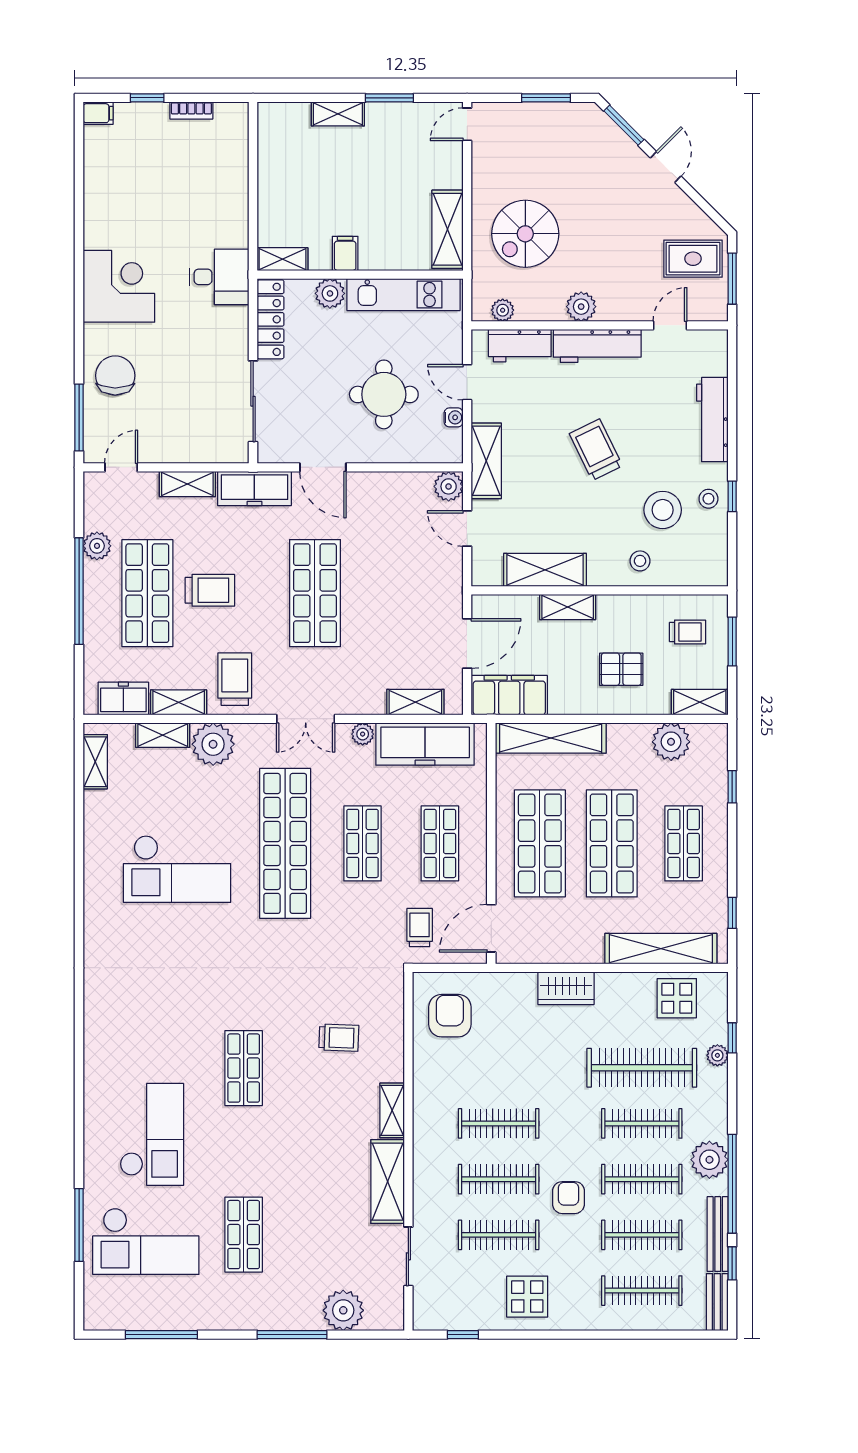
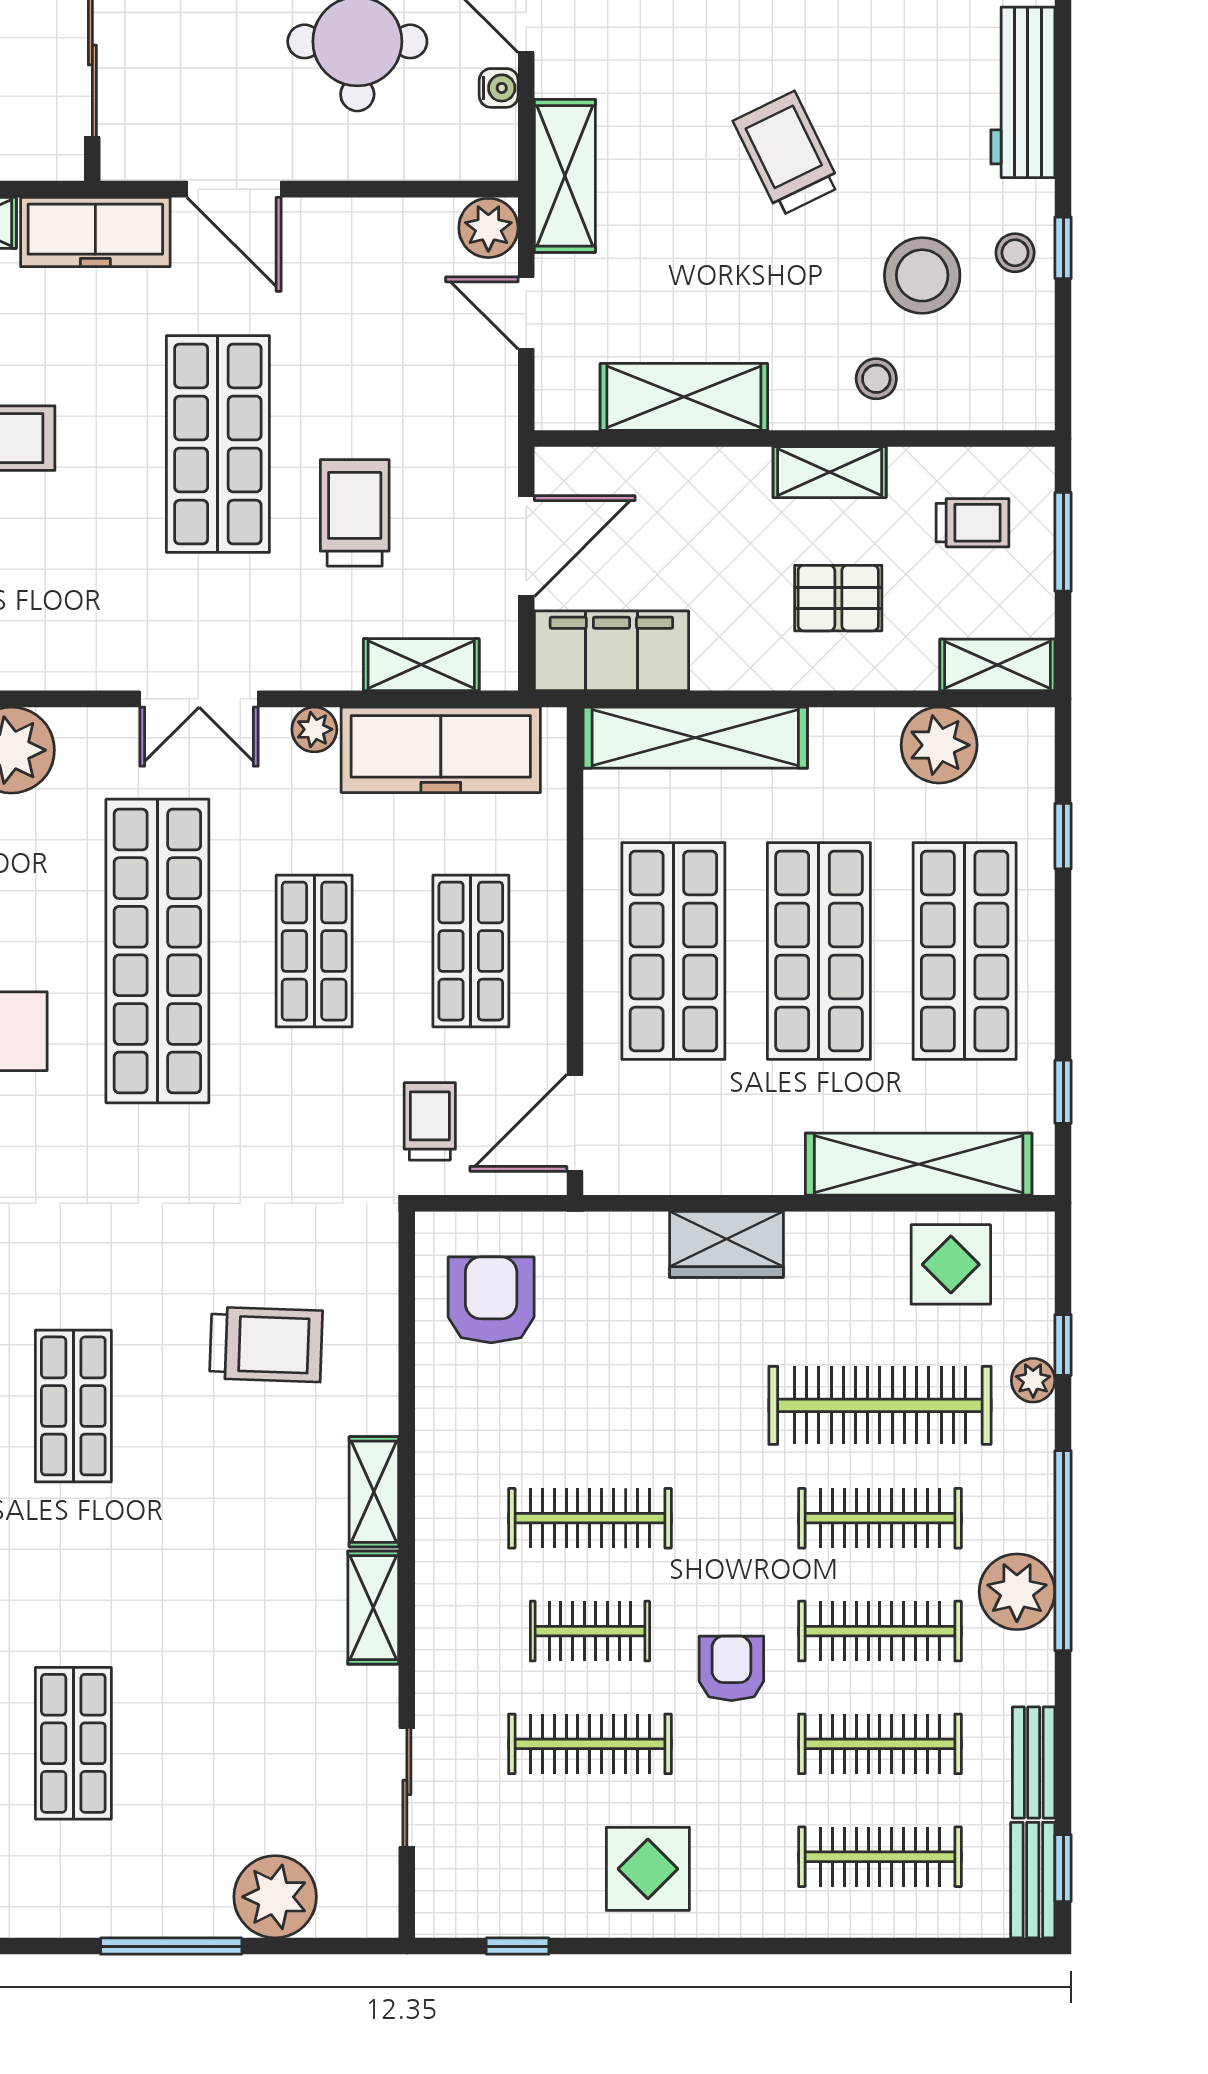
shelving: (568, 607) -> (830, 472), moved
trolley: (235, 679) -> (355, 513), moved
shop shelf: (684, 843) -> (965, 951), width x1.43, depth x1.36
trolley: (339, 1038) -> (266, 1345), width x1.36, depth x1.39
clothes rail: (499, 1179) -> (590, 1631), width x0.73
shelving: (388, 1182) -> (373, 1608), width x0.67, depth x0.75
window: (732, 1184) -> (1063, 1551), moved
bench: (718, 1234) -> (1034, 1763), width x0.73
window: (732, 1263) -> (1063, 1868), moved

